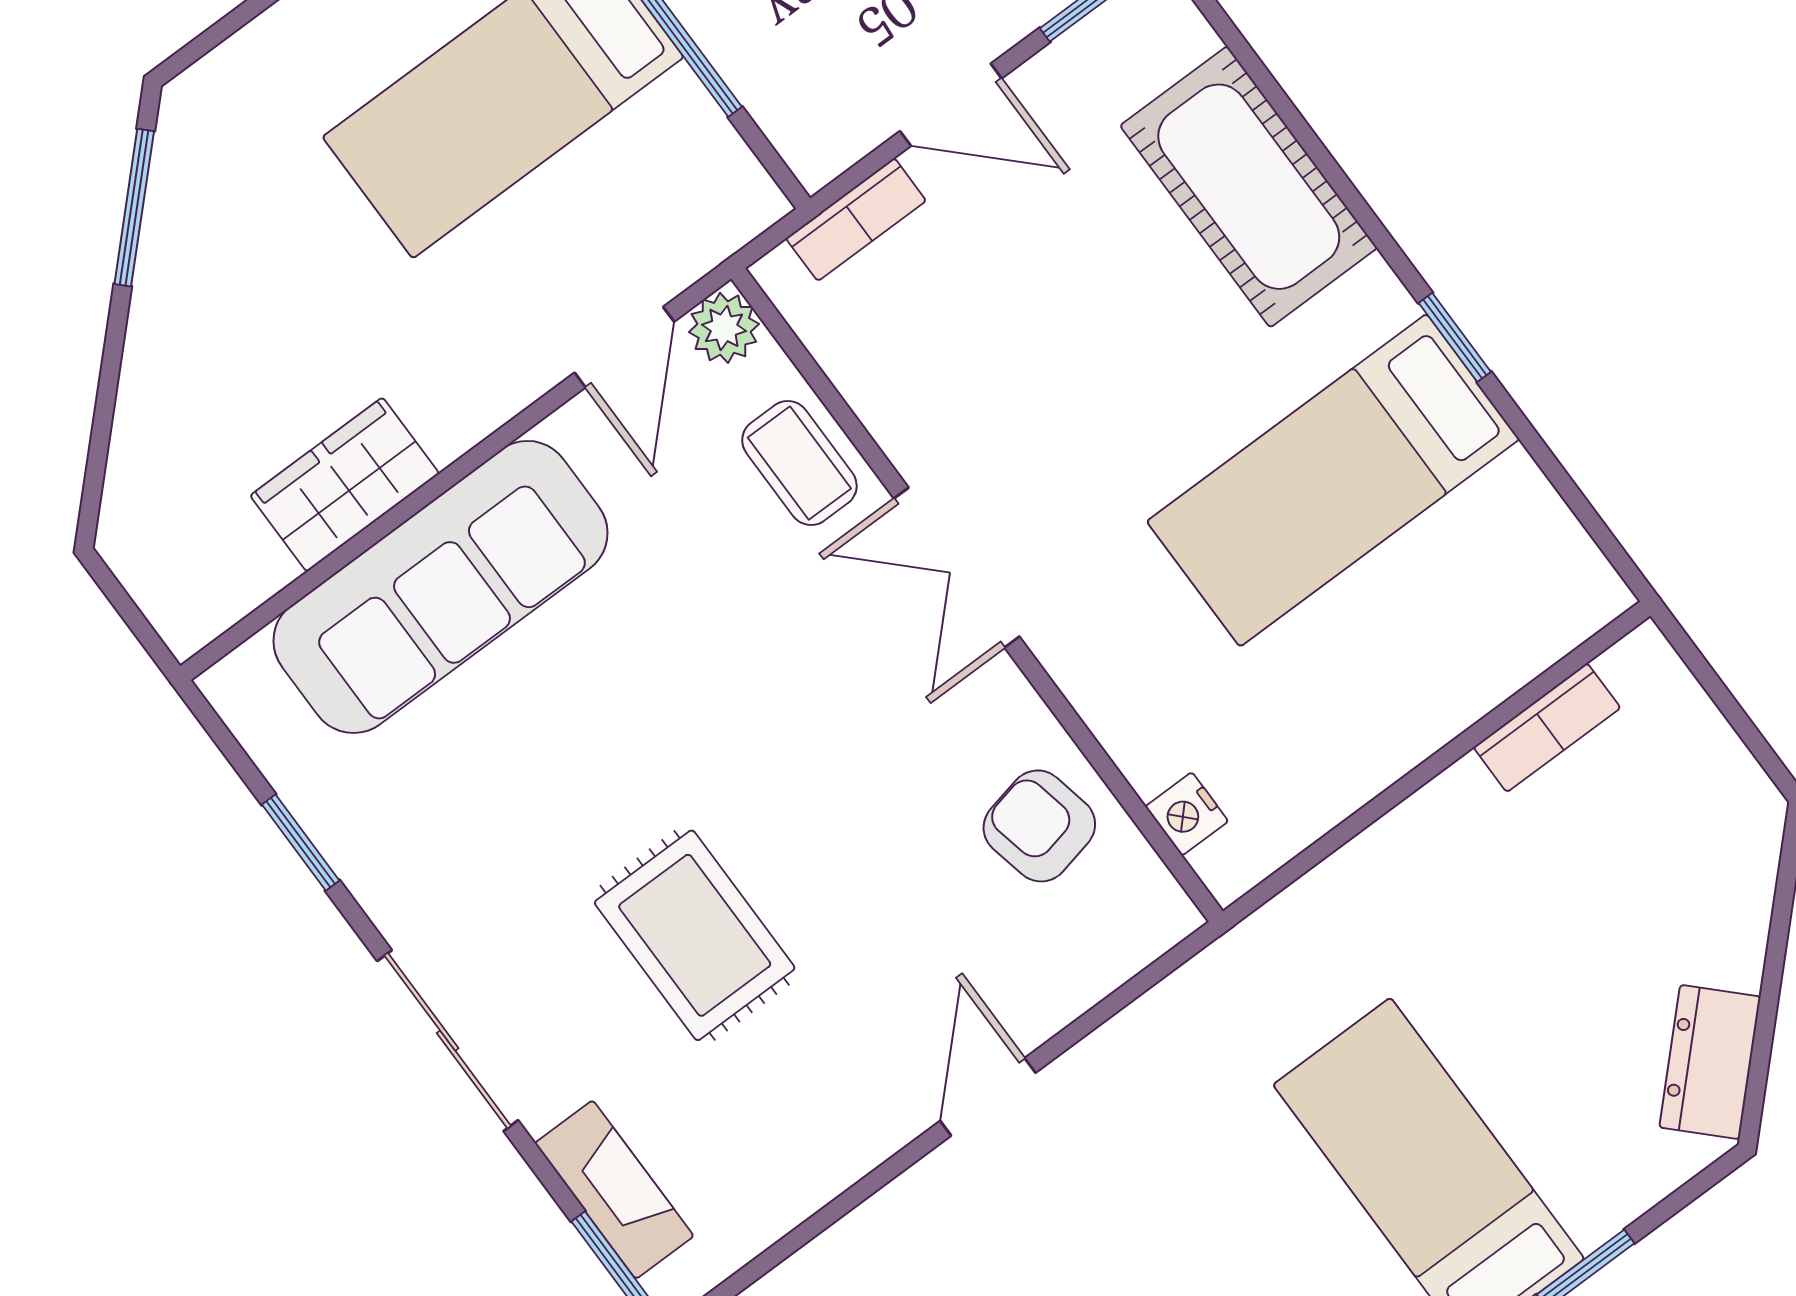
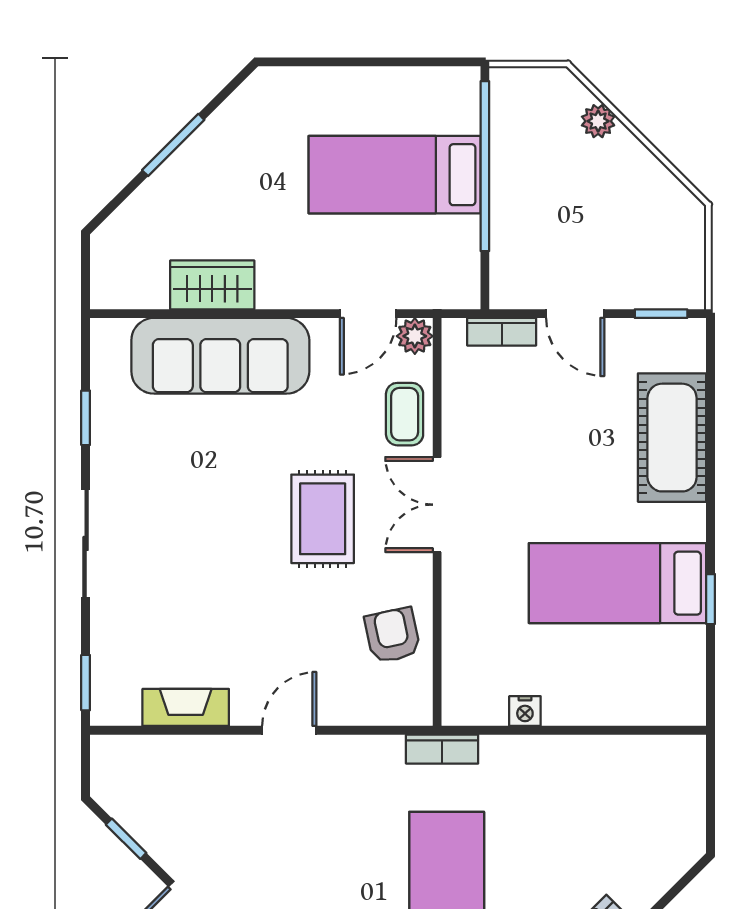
window: (134, 208) -> (173, 145), moved
window: (1455, 337) -> (711, 599), moved
bookcase: (1547, 728) -> (442, 749), moved
nightstand: (1187, 814) -> (525, 711), moved, turned -90
rug: (695, 935) -> (323, 519), moved
fireplace: (614, 1190) -> (186, 707), moved, turned -90

